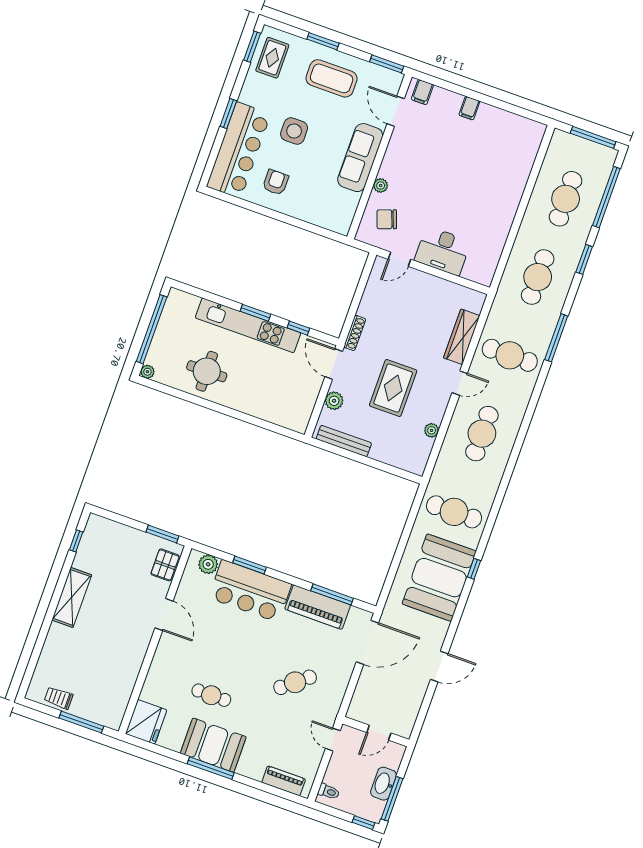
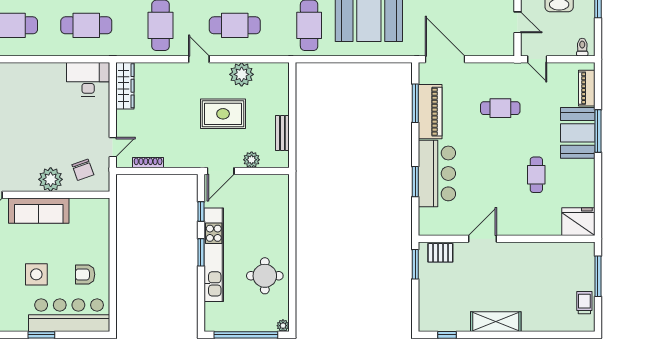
plant: (381, 185) -> (51, 179), width x1.87, depth x1.87
desk: (443, 251) -> (88, 79), moved, turned -90
door: (399, 259) -> (113, 147), hinge flipped
shoe rack: (355, 333) -> (148, 163), moved
wardrobe: (462, 337) -> (125, 86), moved, turned -90
plant: (432, 430) -> (242, 74), width x1.87, depth x1.87
bench: (344, 441) -> (282, 133), width x0.73
plant: (208, 564) -> (427, 217), removed
cafe table: (295, 682) -> (500, 108), turned -51
trolley: (59, 698) -> (584, 303), turned 180
door: (333, 740) -> (537, 59), hinge flipped
booth: (213, 745) -> (578, 133), moved
window: (211, 768) -> (598, 131), moved

